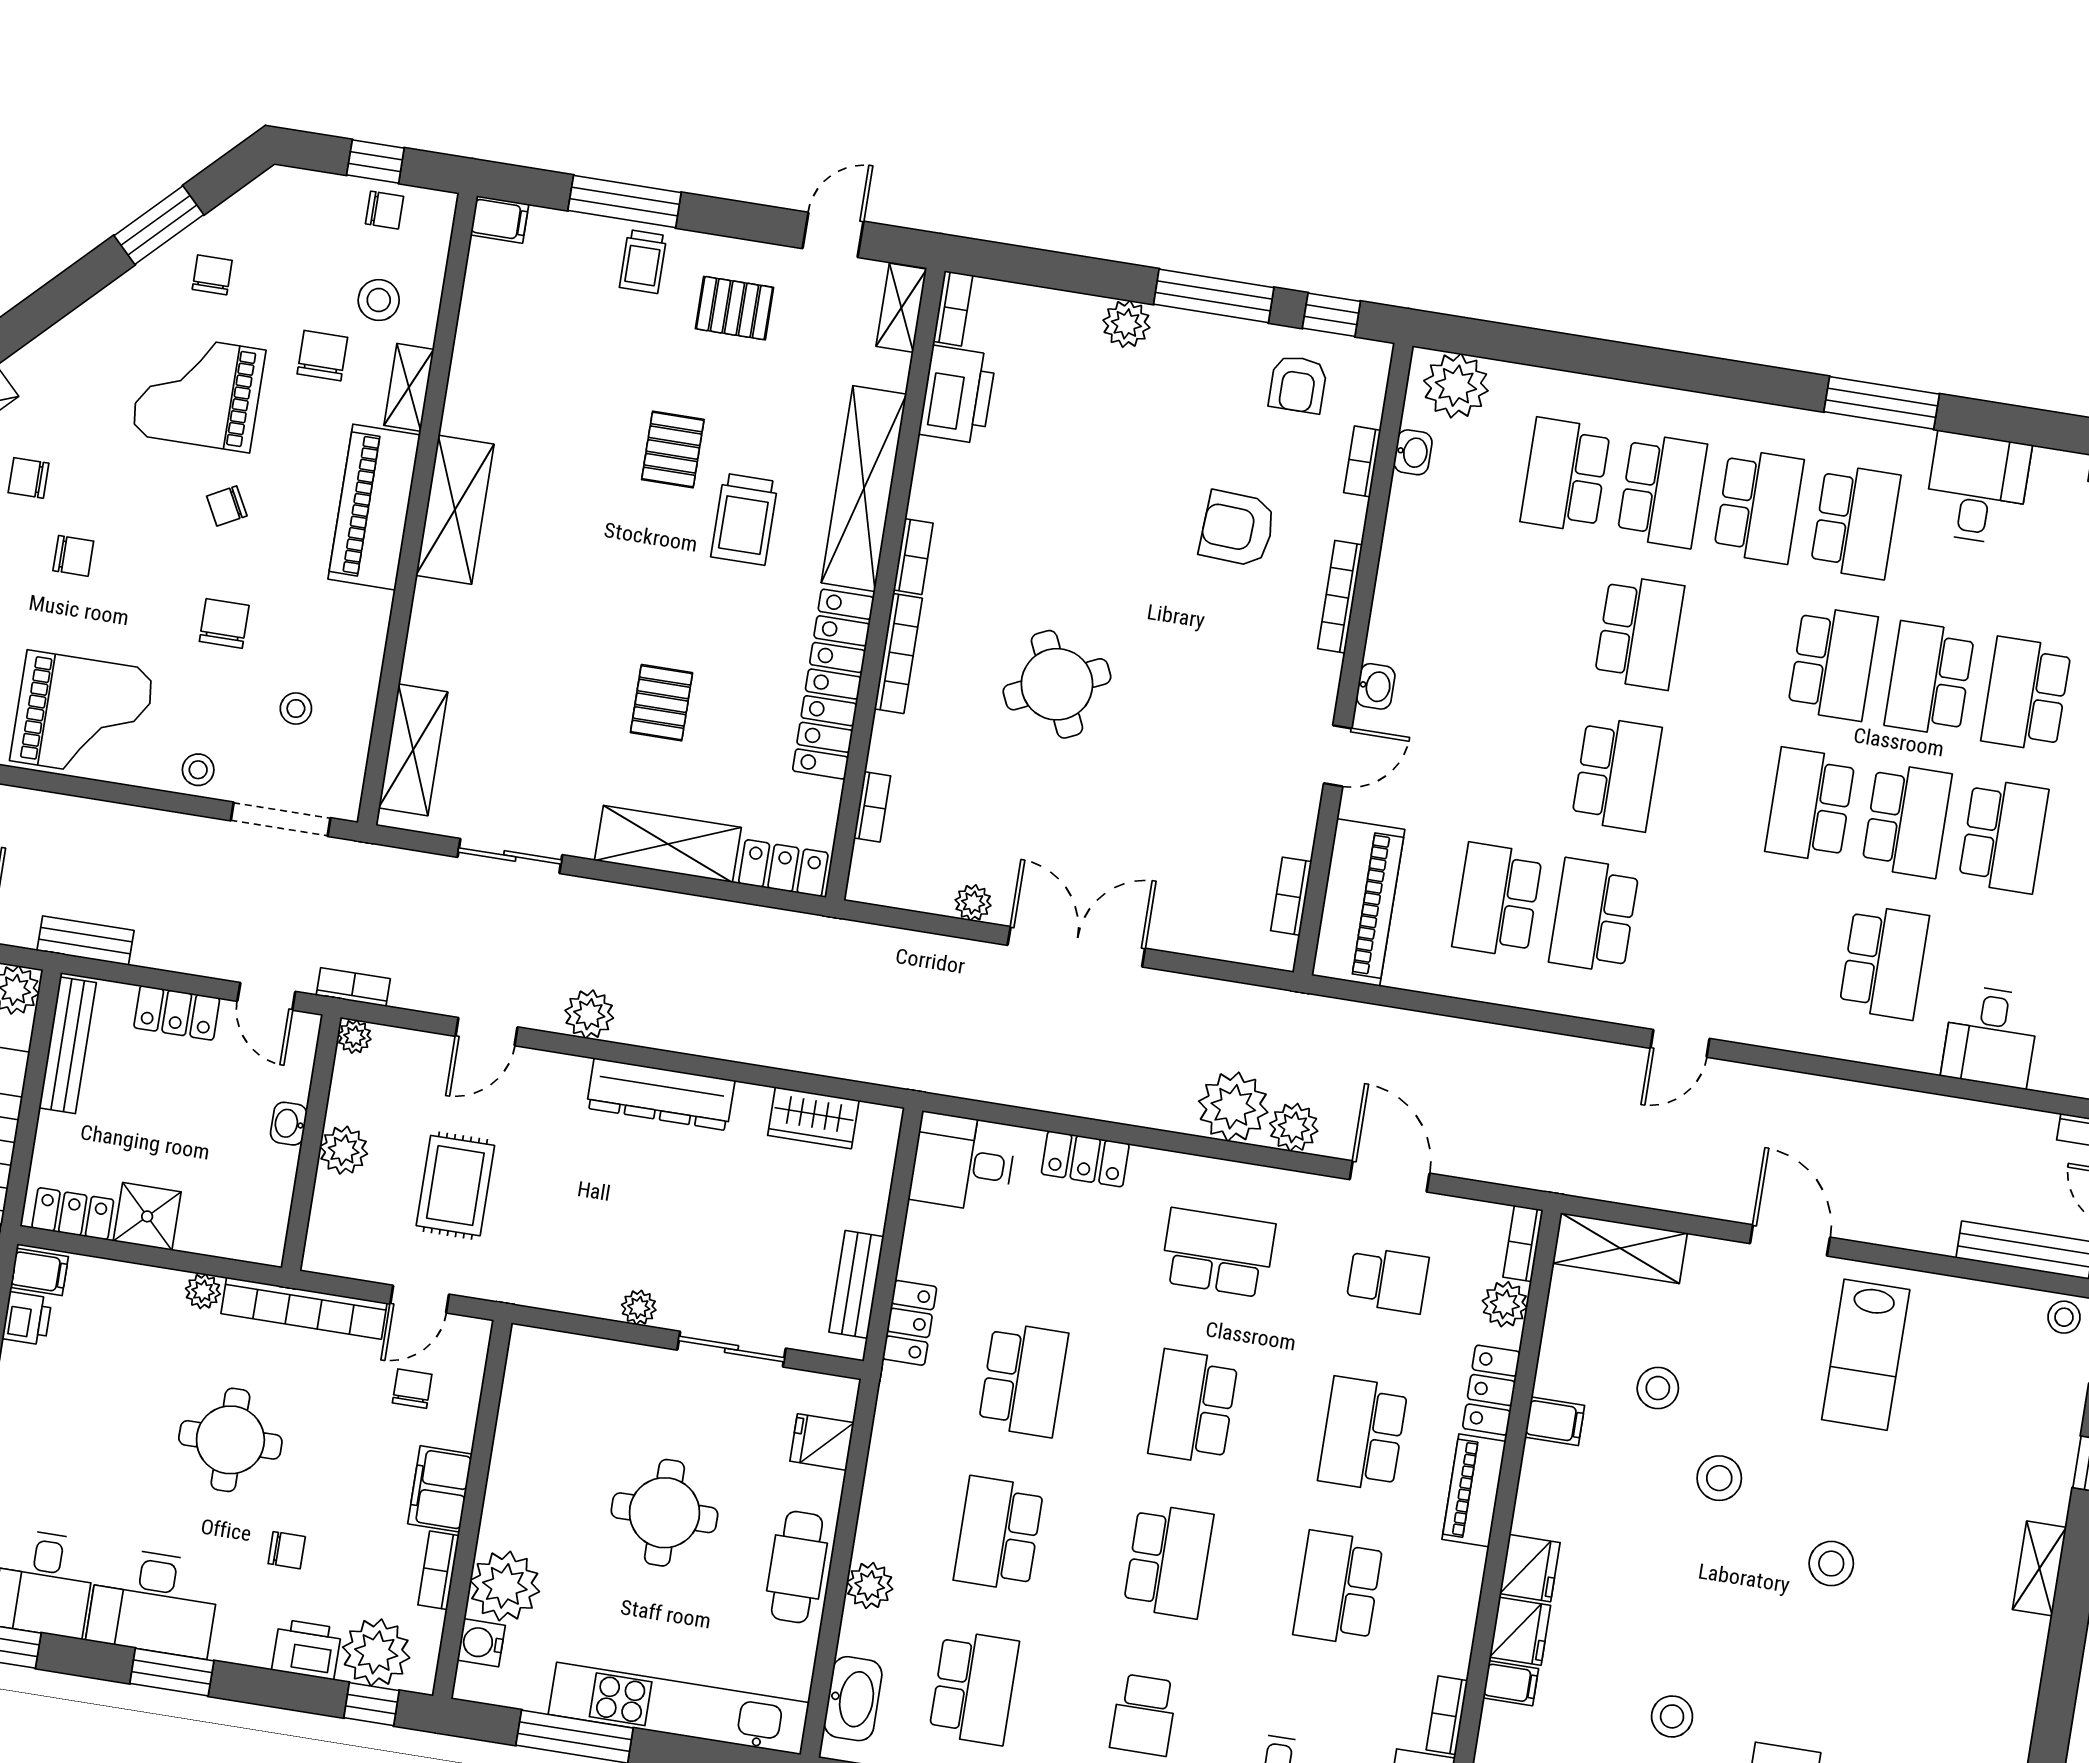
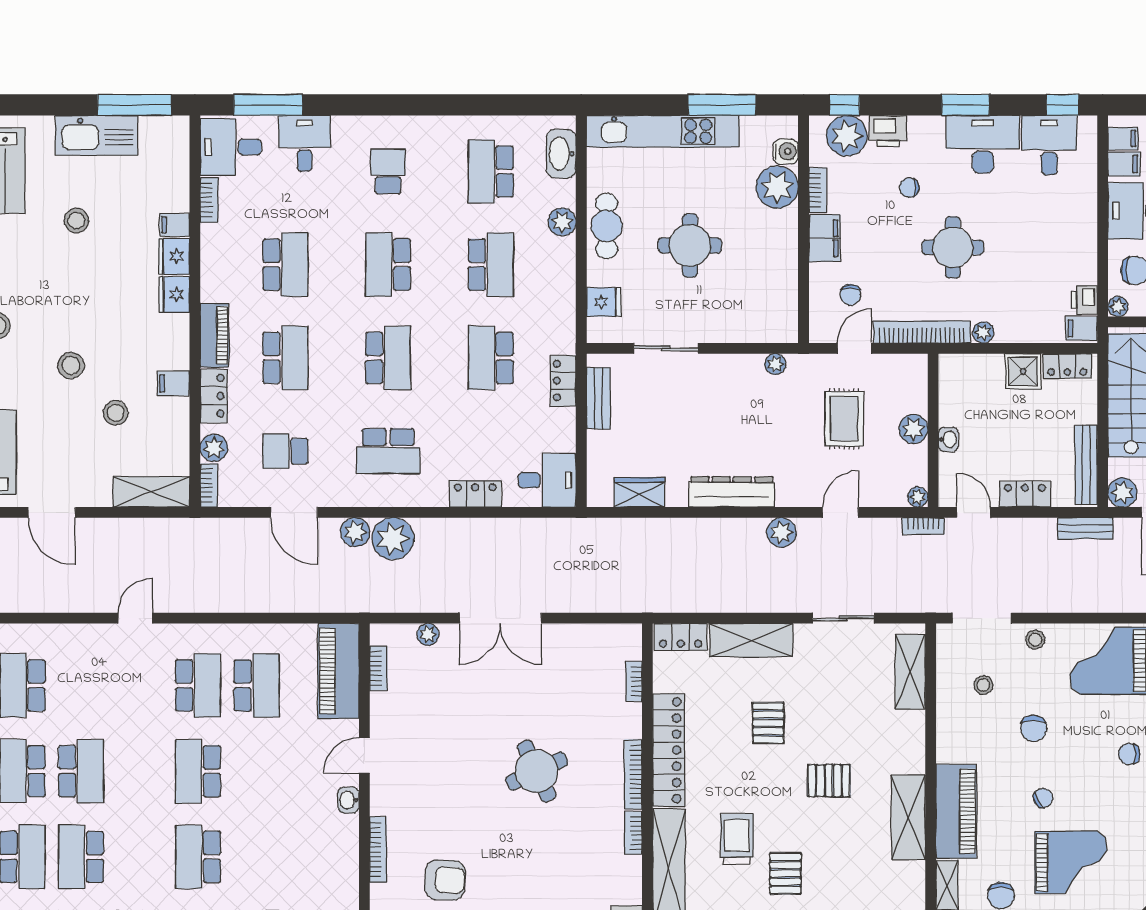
pallet: (576, 591) -> (829, 781), added
plant: (973, 903) -> (428, 634), moved
plant: (639, 1307) -> (775, 364), moved

